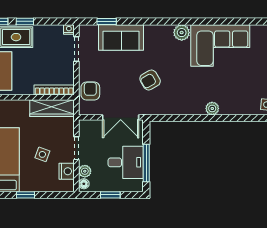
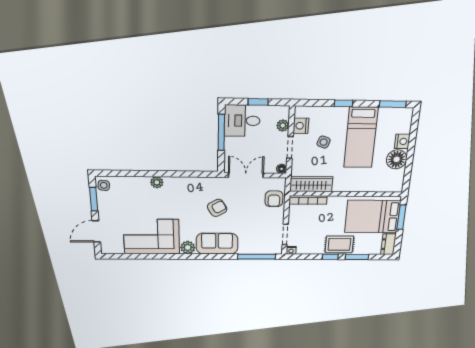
window: (107, 21) -> (257, 257), width x2.17
sofa: (121, 37) -> (217, 244), moved
desk: (126, 162) -> (242, 121), moved
floor lamp: (84, 184) -> (282, 169), moved

